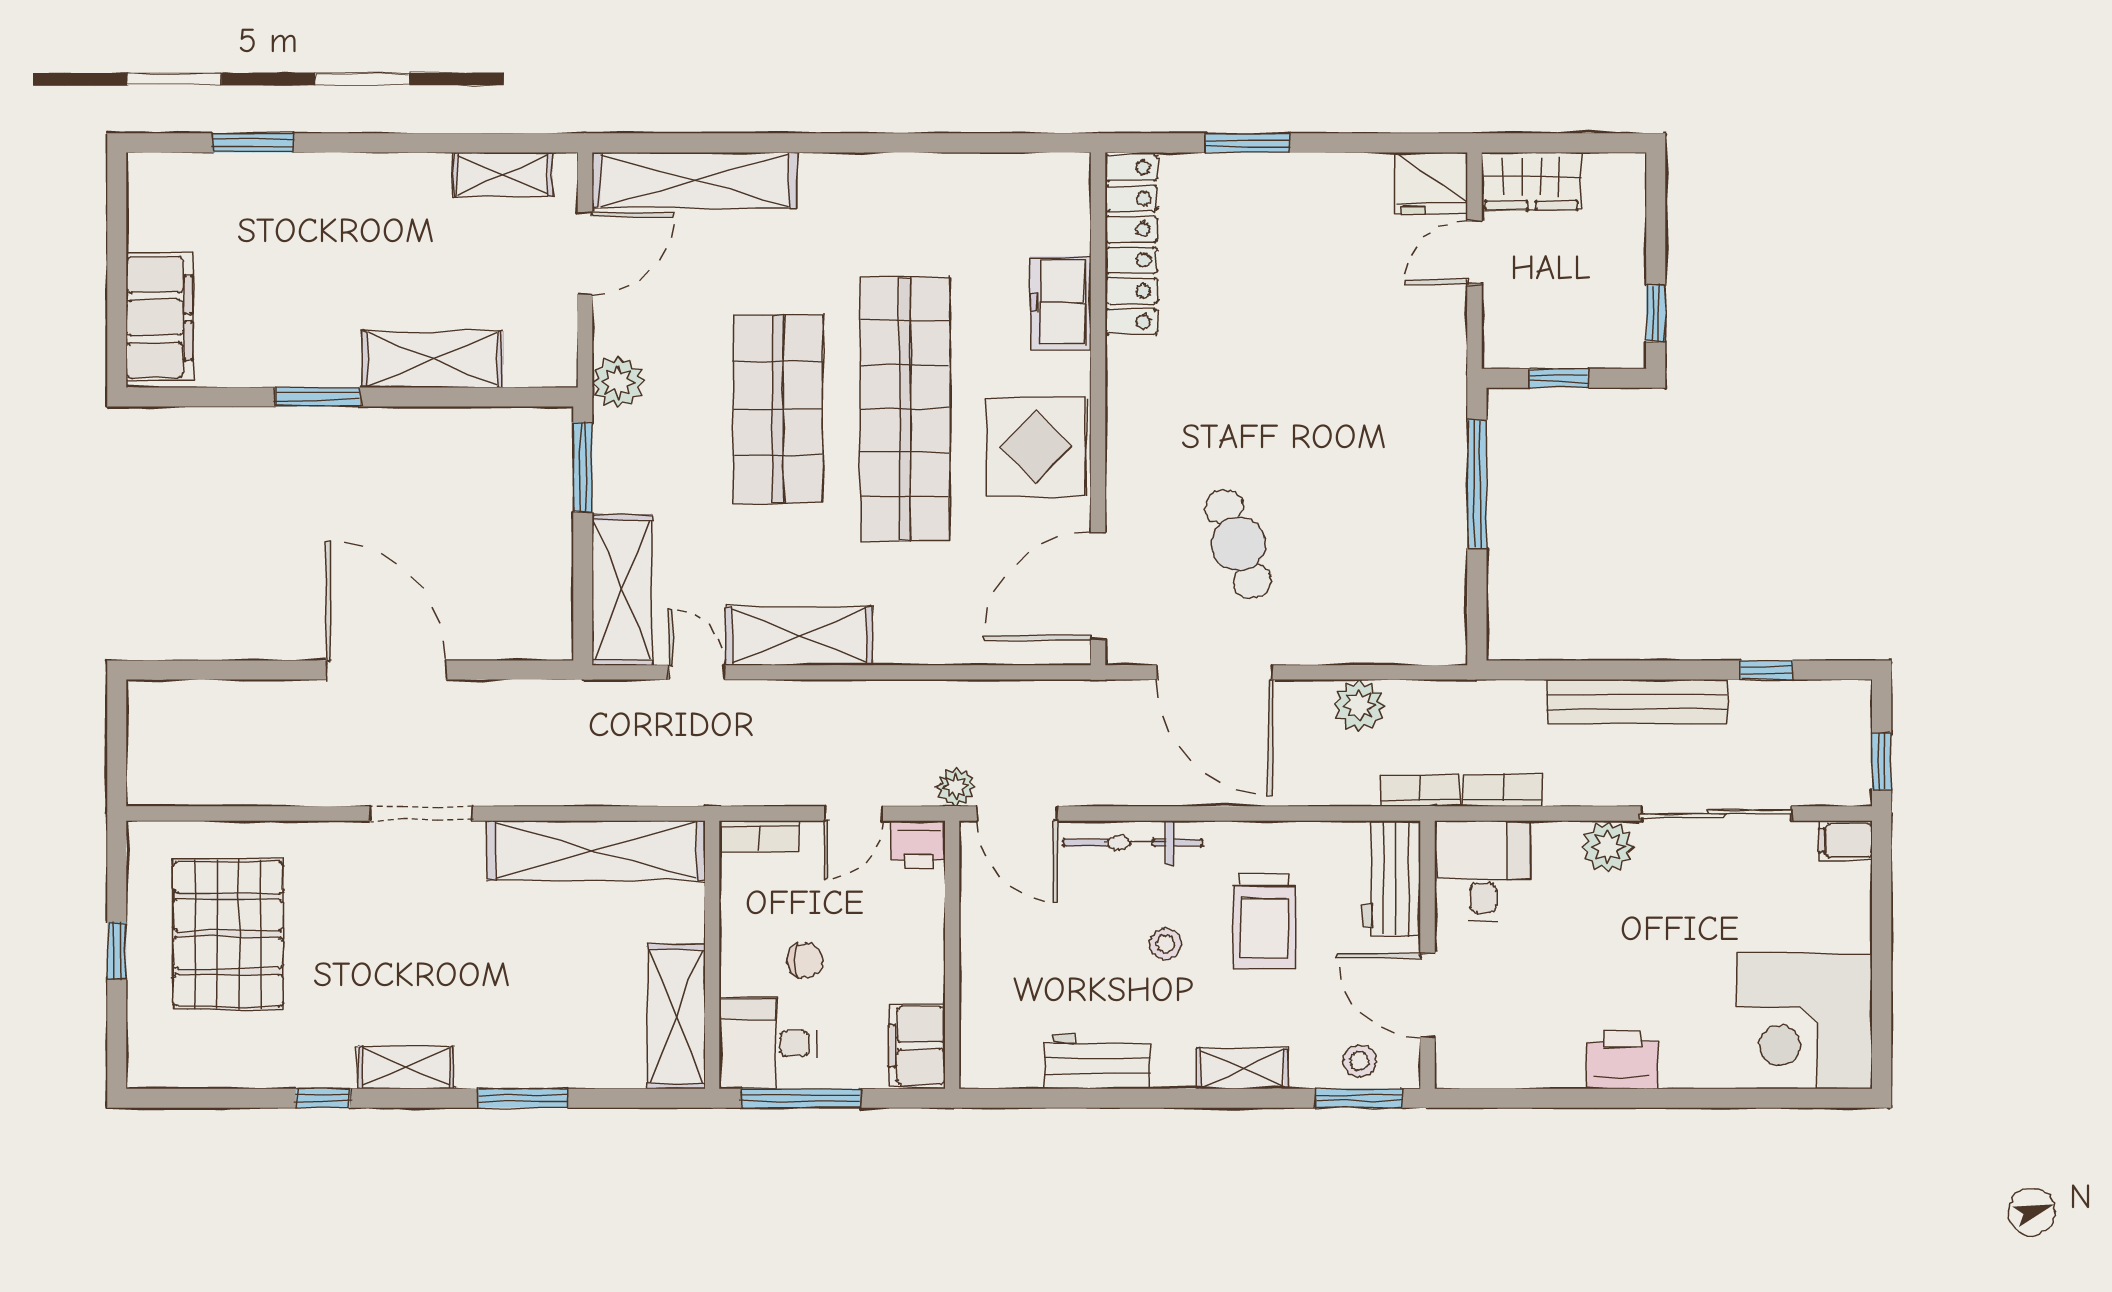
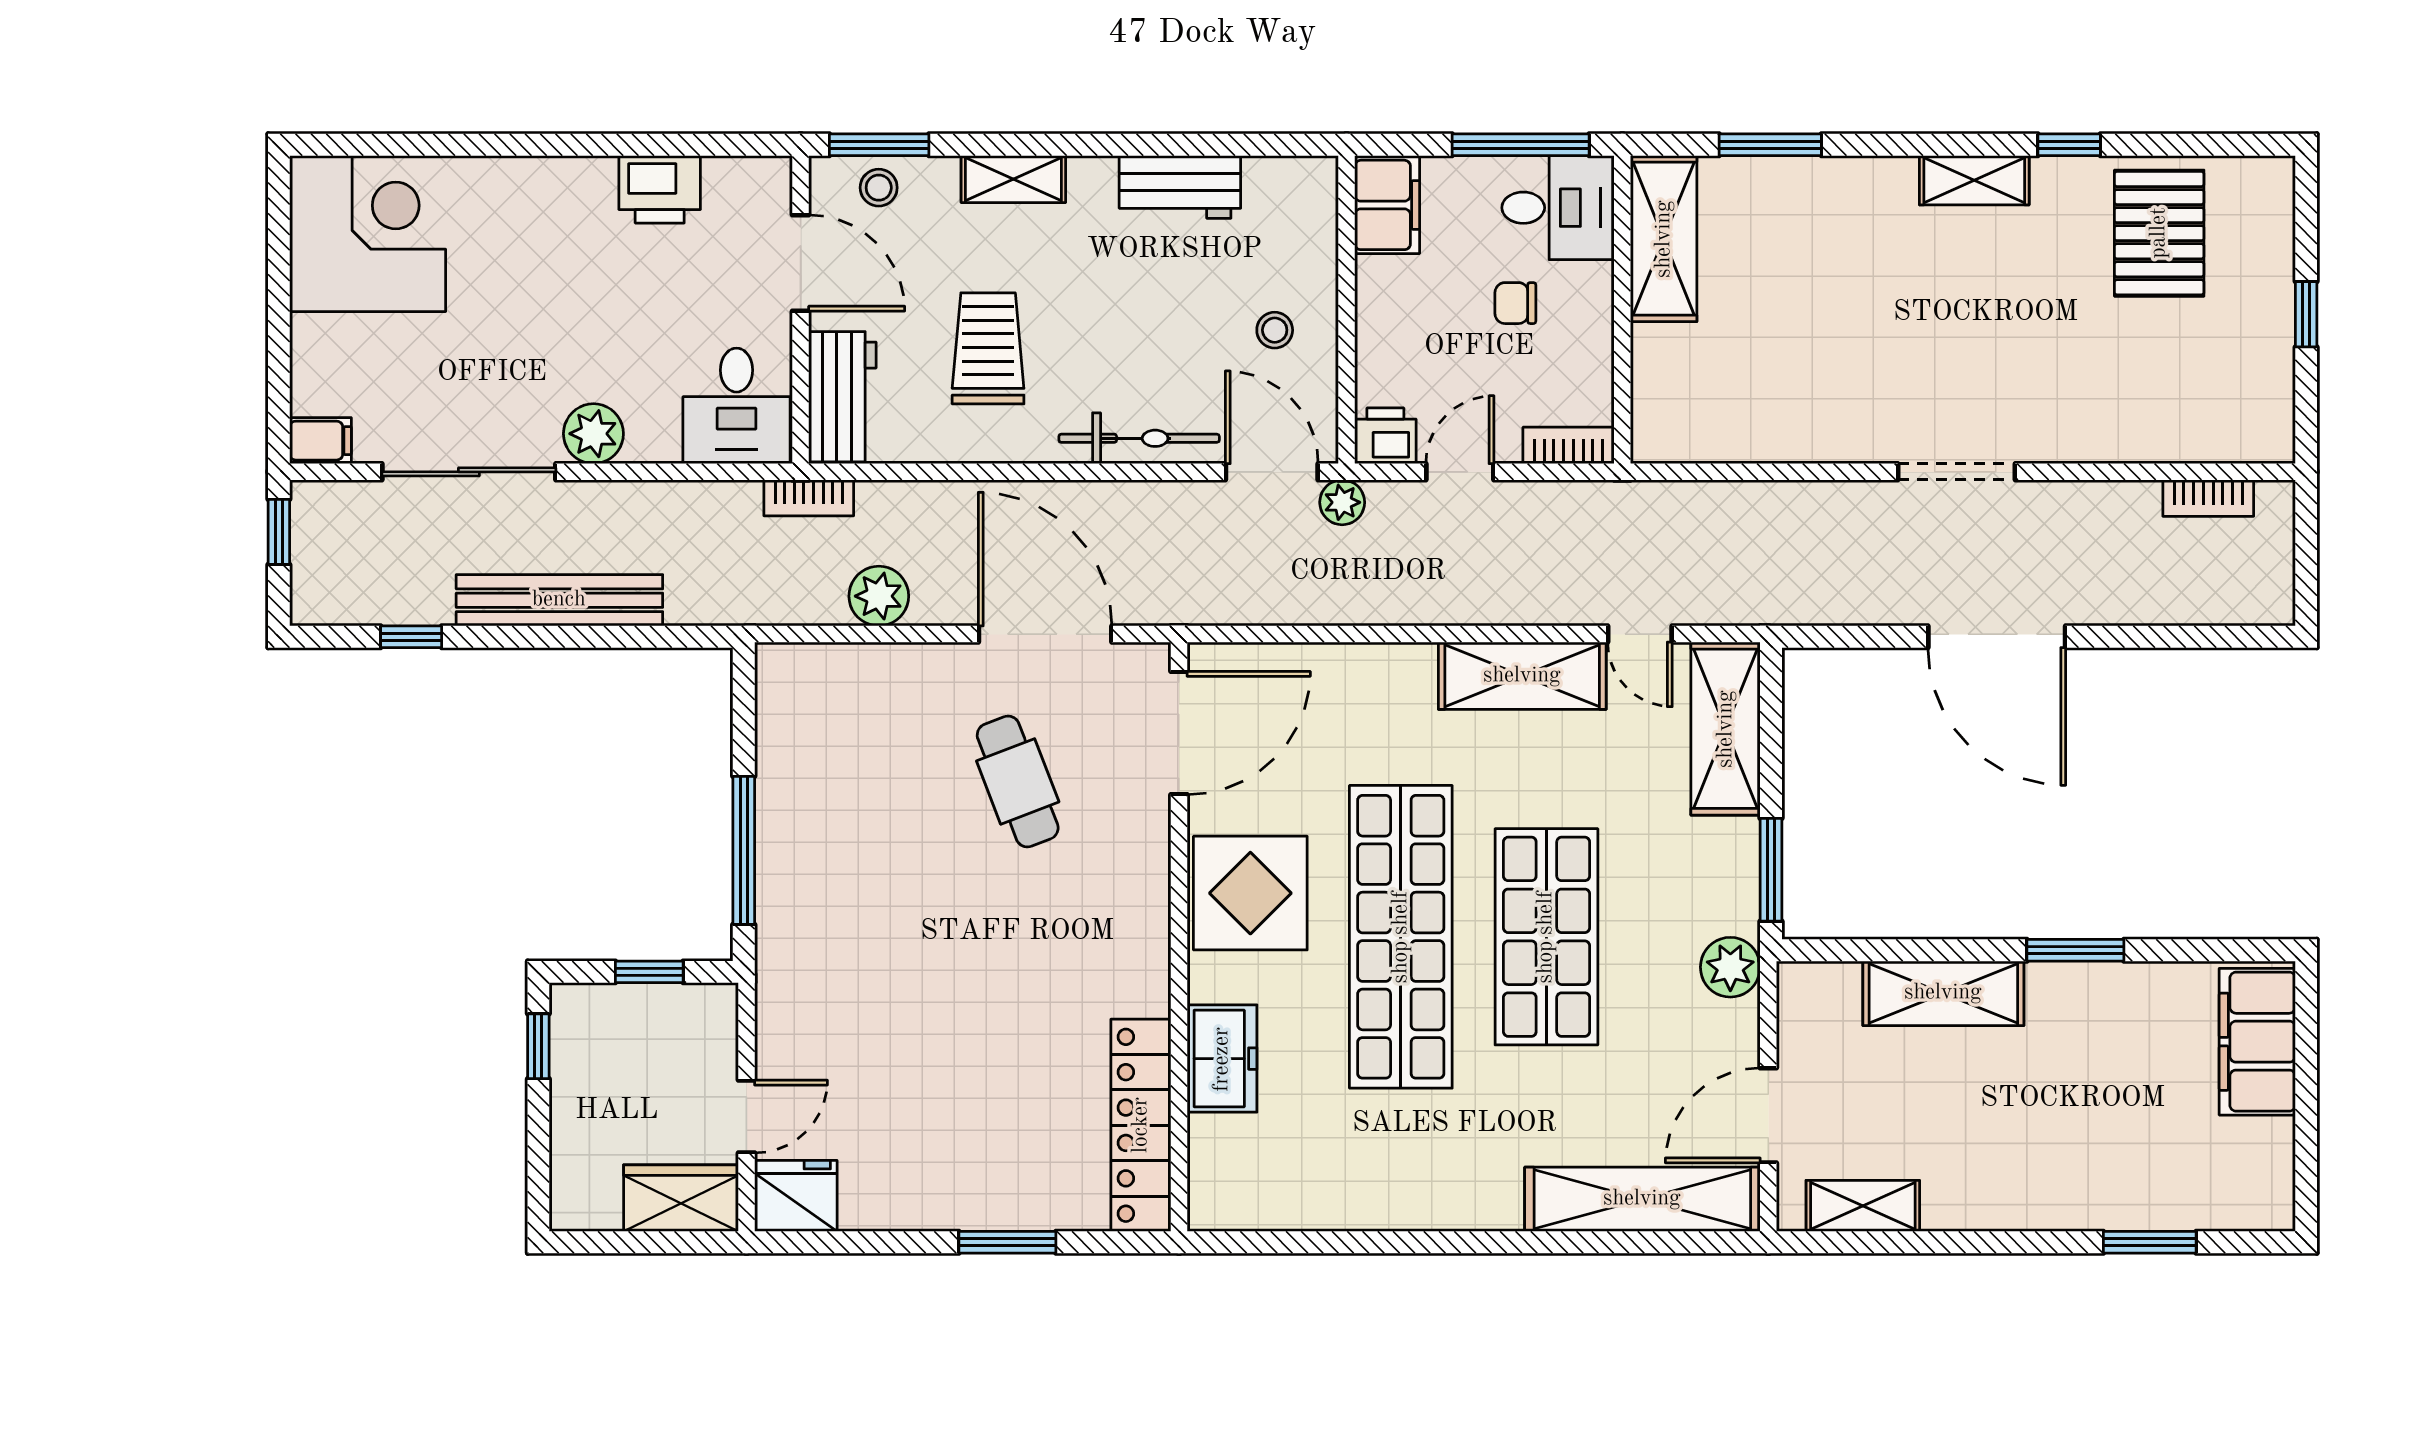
bookcase: (1503, 791) -> (2208, 498), moved
shelving: (596, 850) -> (1756, 430), removed
pallet: (228, 934) -> (2159, 233), moved, width x0.73, depth x0.71
stool: (1166, 944) -> (1275, 330), moved
printer: (1622, 1059) -> (660, 189), moved
window: (523, 1098) -> (1770, 145), moved

